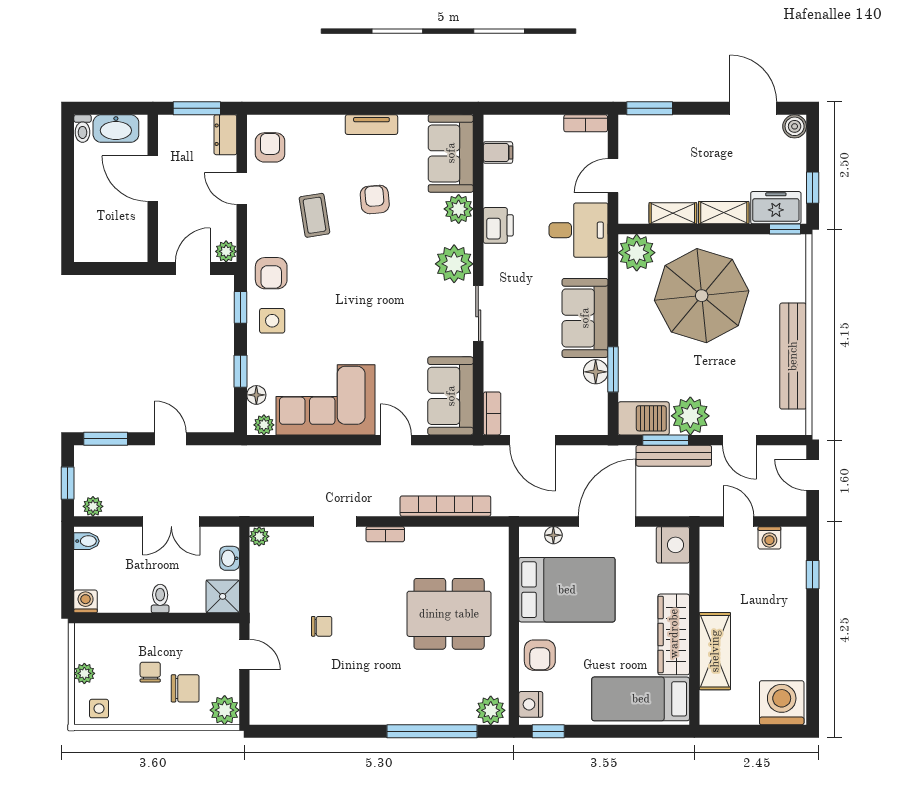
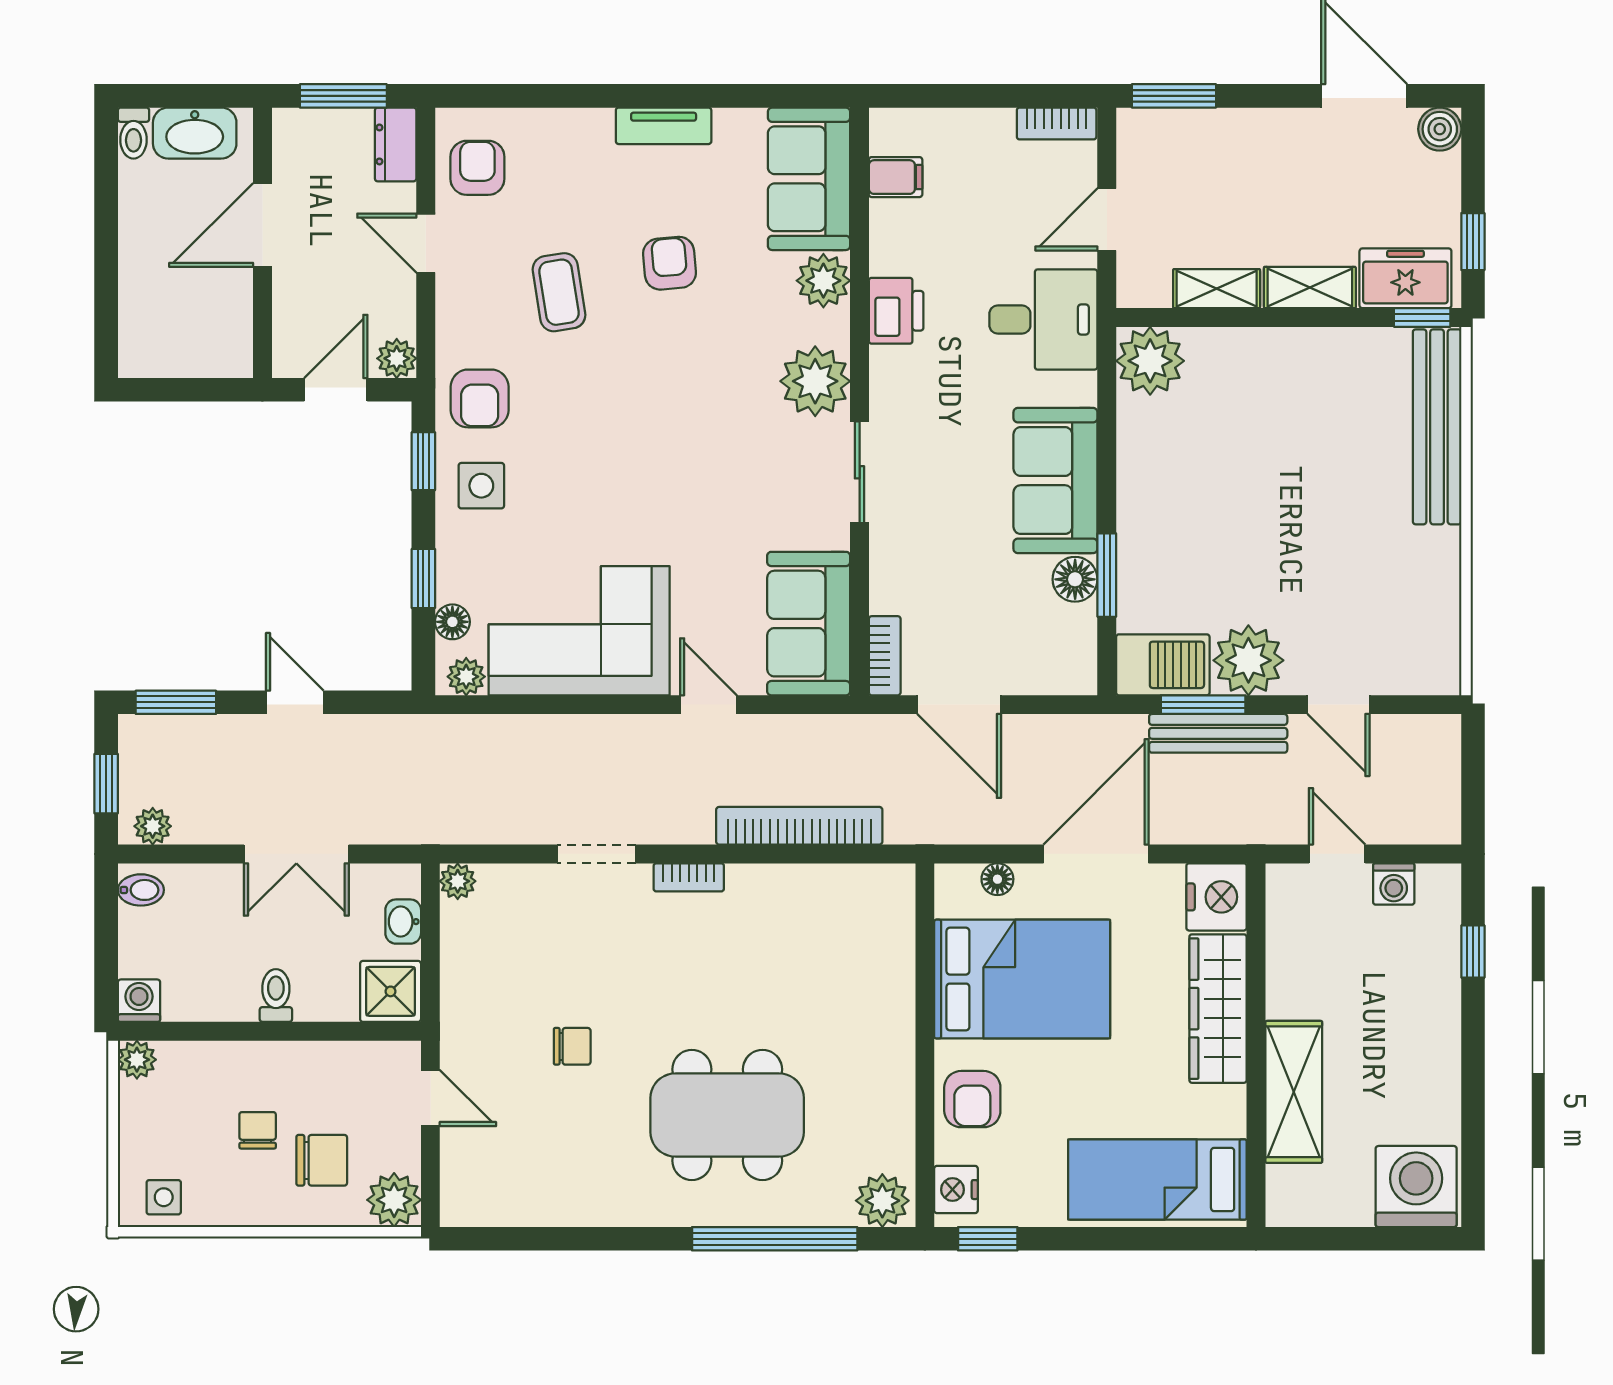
door: (153, 179) -> (262, 225), hinge flipped
parasol: (702, 296) -> (1269, 440), removed
bench: (793, 356) -> (1437, 427), moved
door: (813, 475) -> (1473, 768), removed
dining table: (449, 614) -> (727, 1115), moved
wardrobe: (674, 634) -> (1218, 1009), moved
plant: (84, 673) -> (137, 1060), moved

